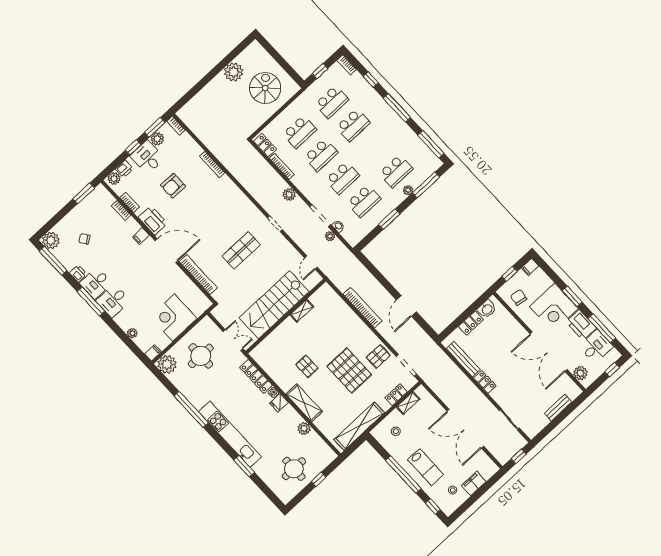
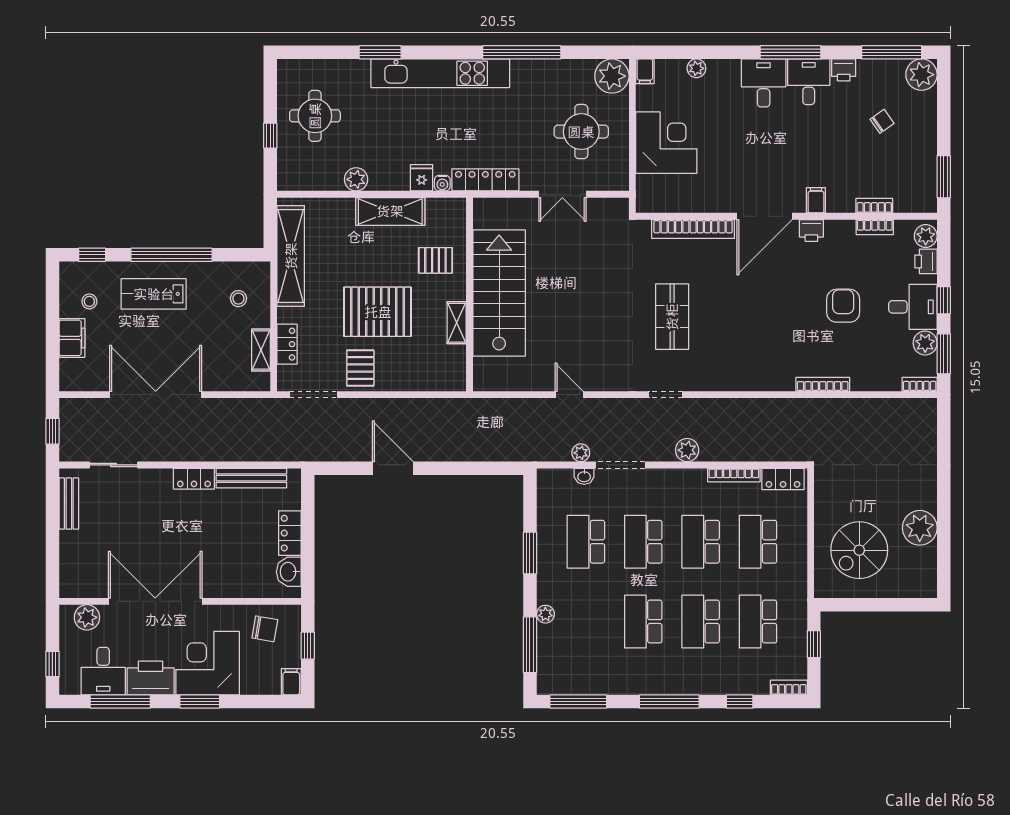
spiral stairs: (265, 88) -> (859, 550), turned 90
school desk: (396, 171) -> (643, 622), moved
printer: (153, 220) -> (811, 230), width x0.53, depth x0.68
stairs: (274, 305) -> (499, 293), moved
bookcase: (362, 308) -> (445, 407), removed
shelving: (302, 311) -> (457, 323), moved
wall: (286, 316) -> (469, 294), moved
bench: (558, 408) -> (69, 504), moved

